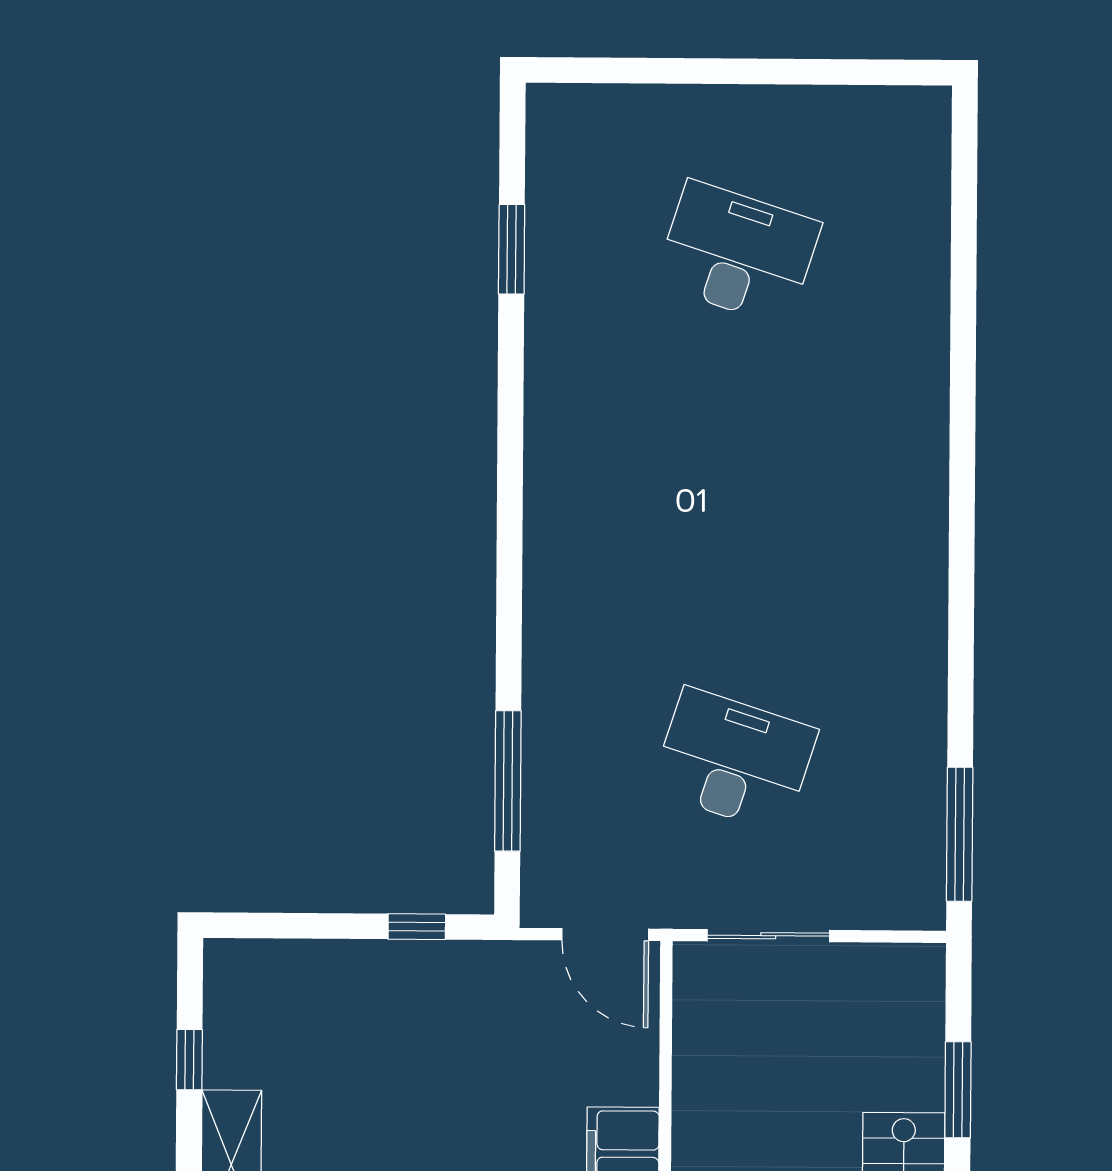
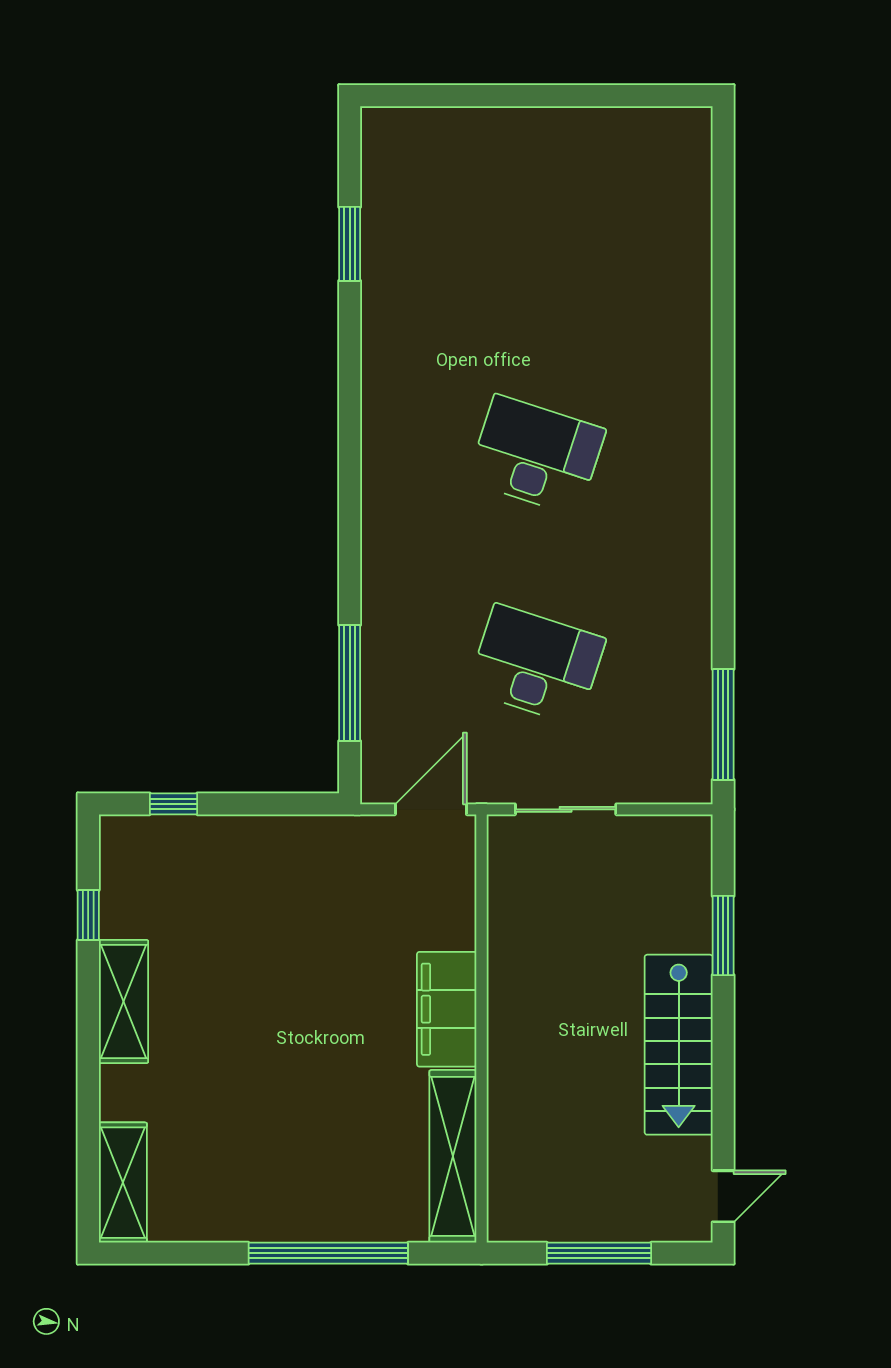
desk: (738, 253) -> (536, 455), moved
window: (417, 927) -> (173, 804), moved
door: (605, 935) -> (431, 809), swing flipped

